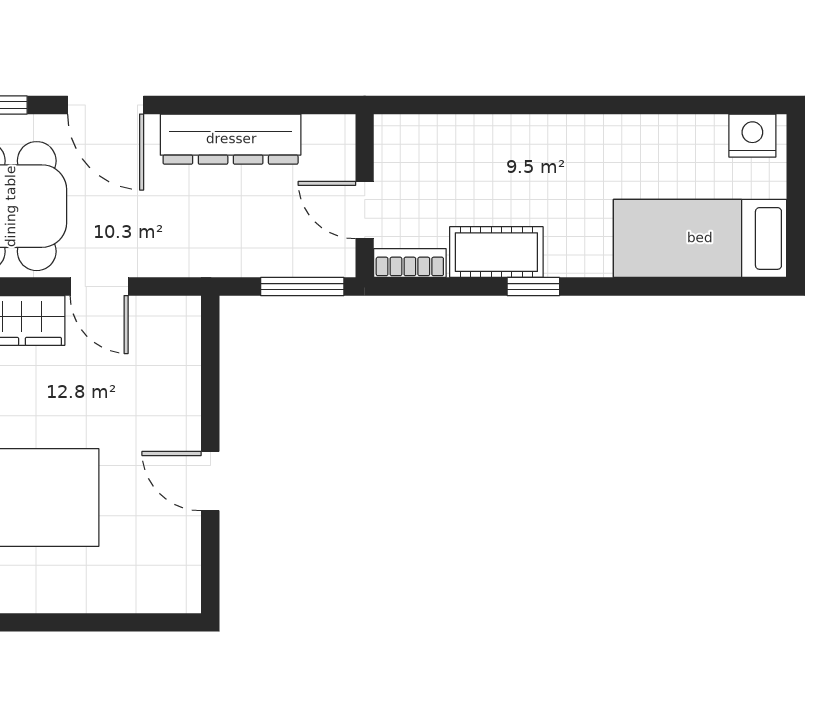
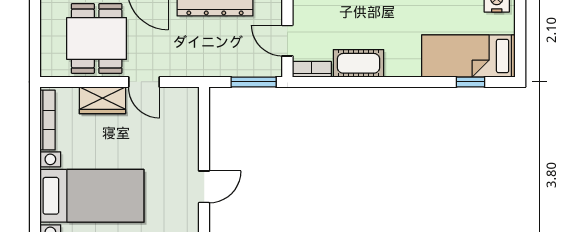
window: (533, 287) -> (471, 82), moved
door: (210, 481) -> (204, 187), swing flipped

